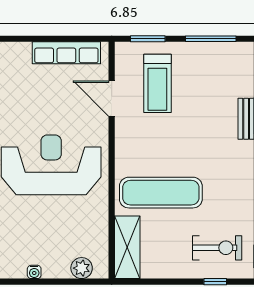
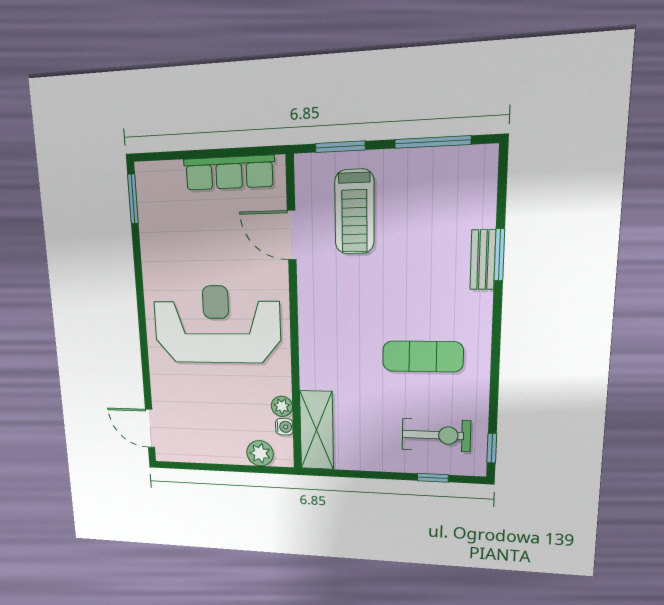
exercise mat: (161, 193) -> (423, 357), moved, width x0.73, depth x0.69
plant: (100, 229) -> (282, 406), added
water cooler: (34, 272) -> (284, 427), moved, turned -90

